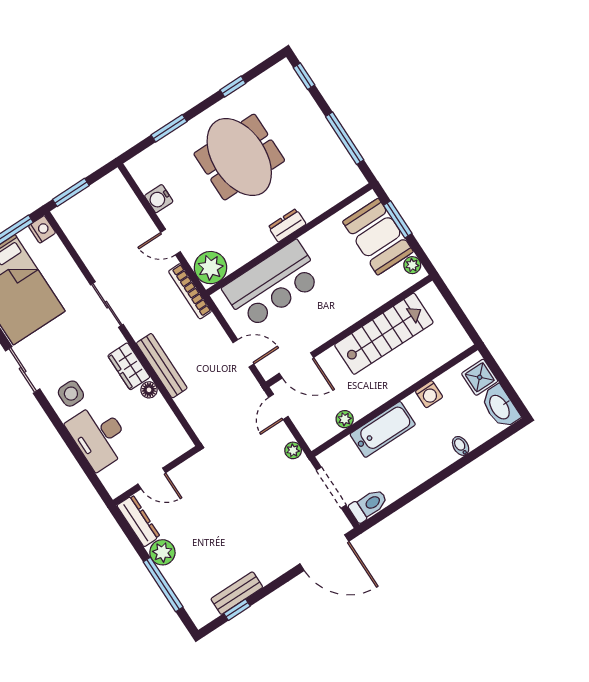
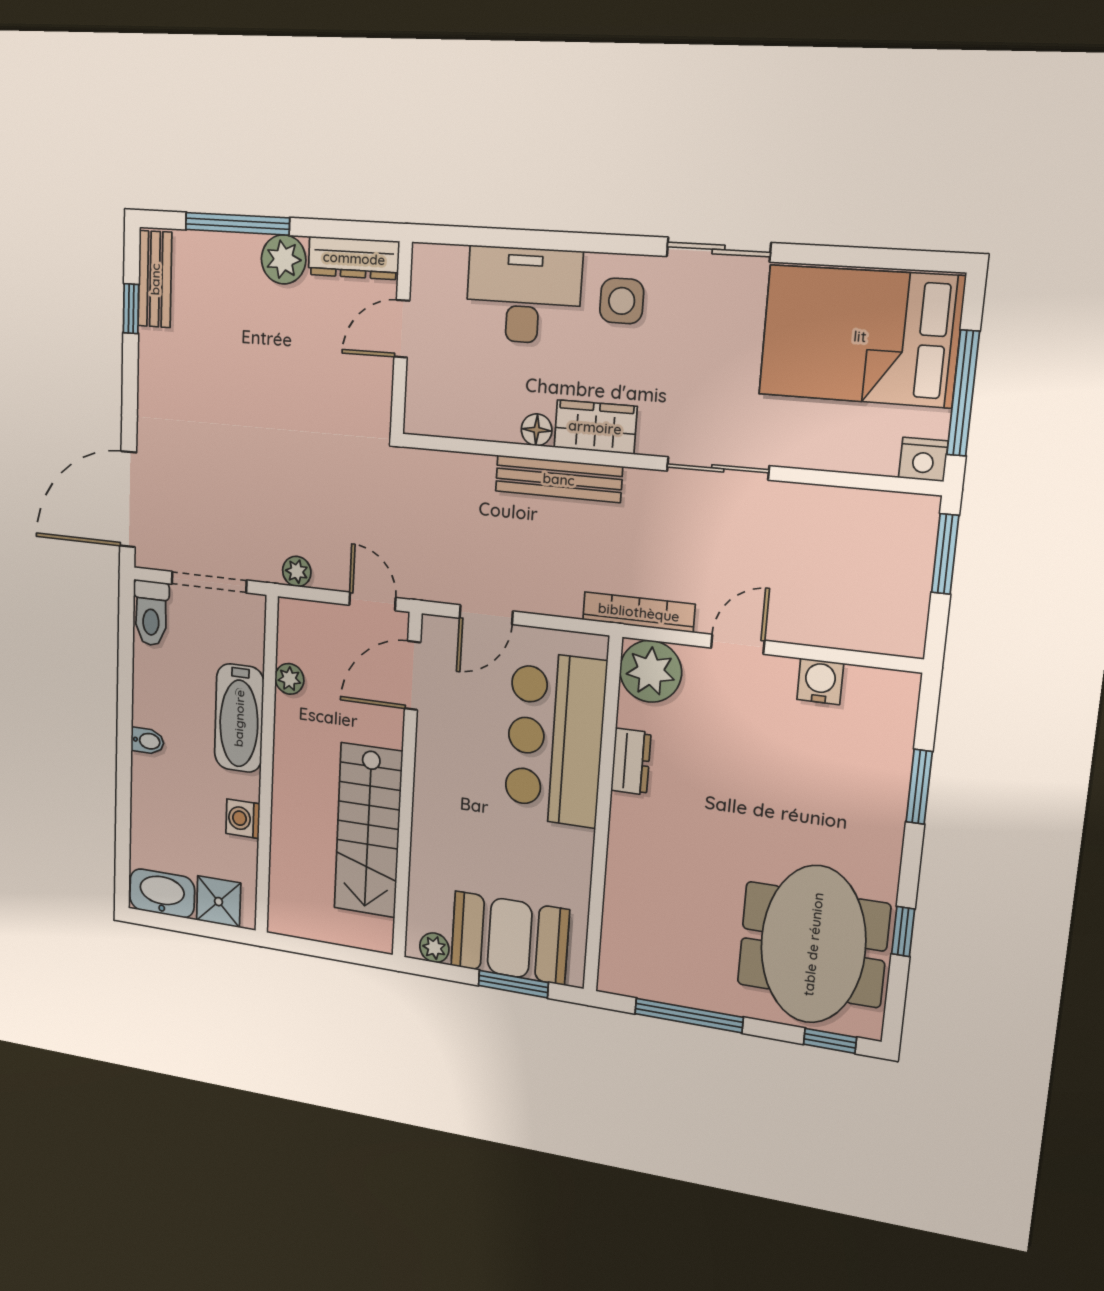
meeting table: (239, 157) -> (813, 944), moved, turned 90
dresser: (287, 225) -> (631, 762), moved
bidet: (461, 446) -> (147, 741), moved
bench: (237, 593) -> (155, 279), moved

